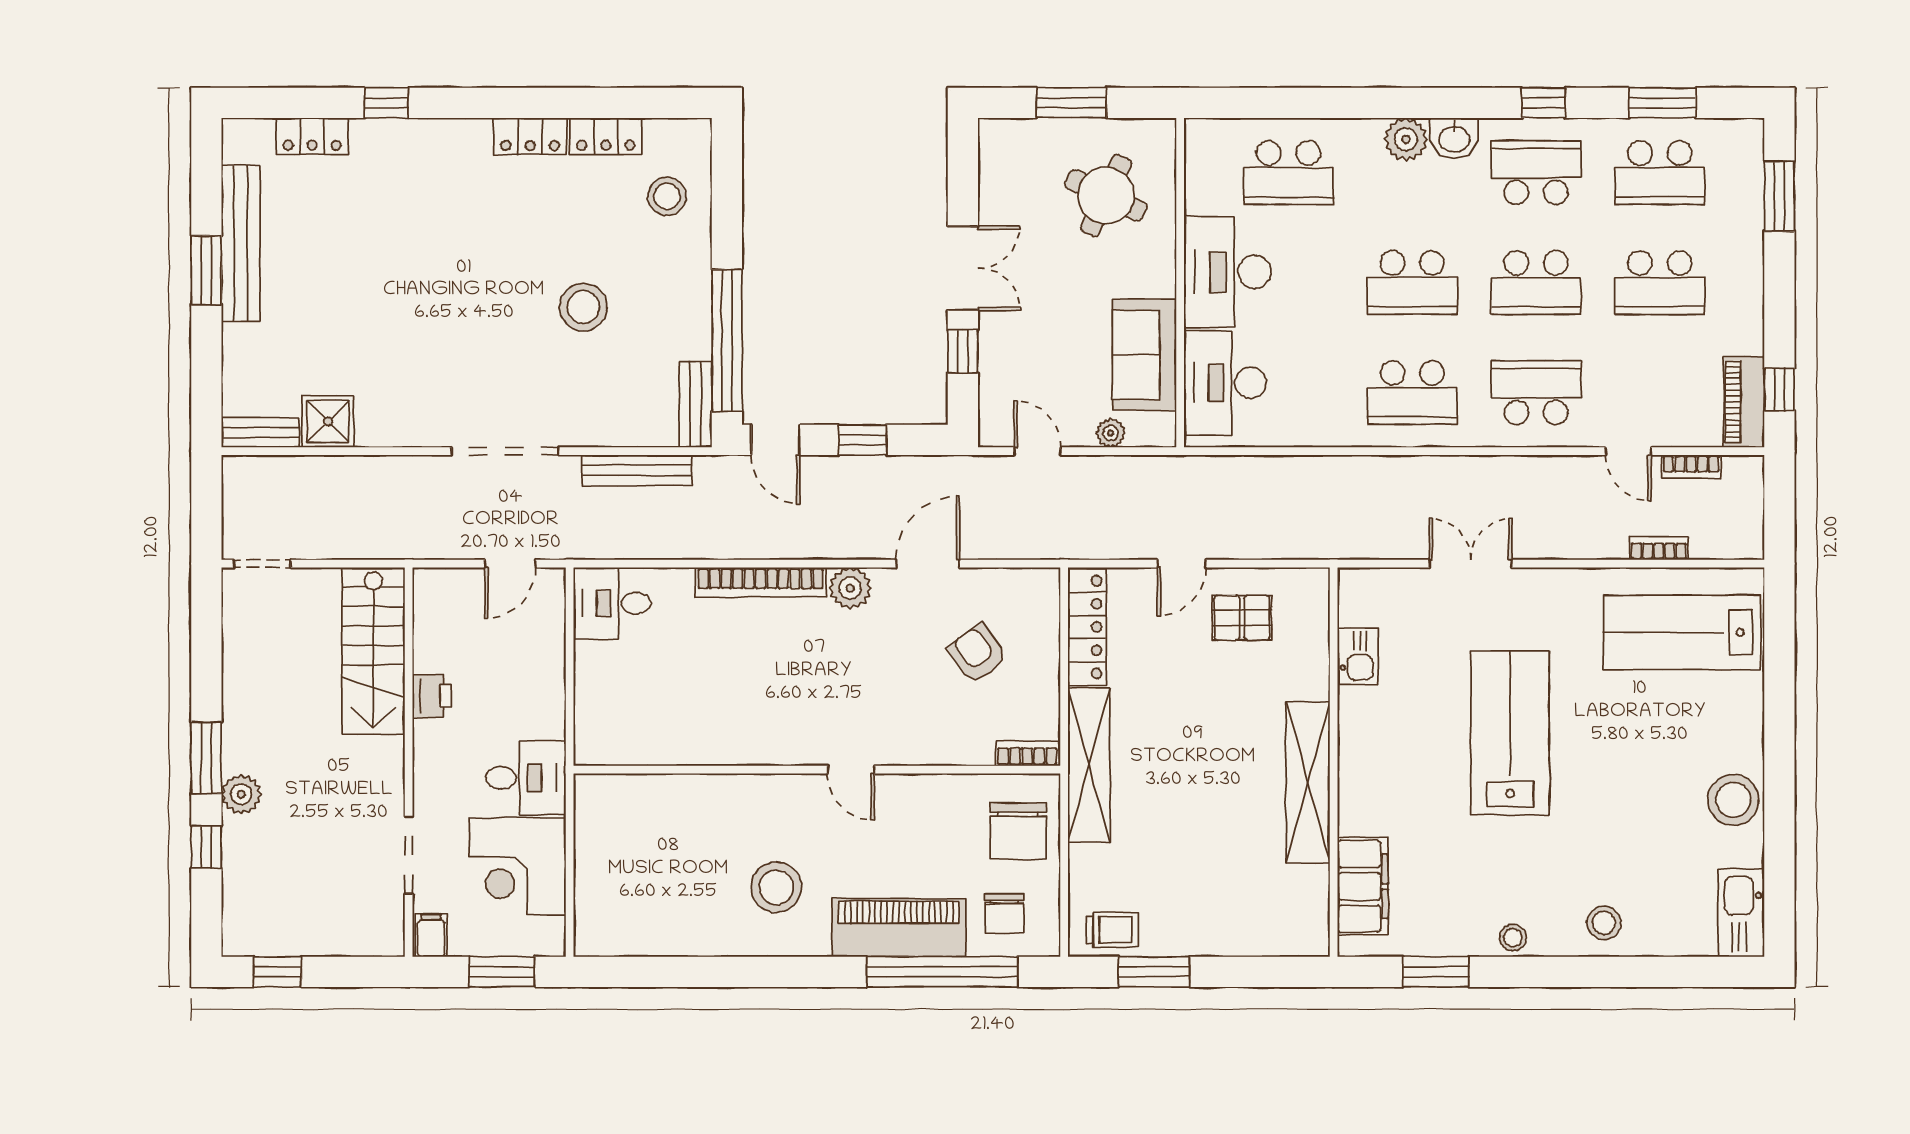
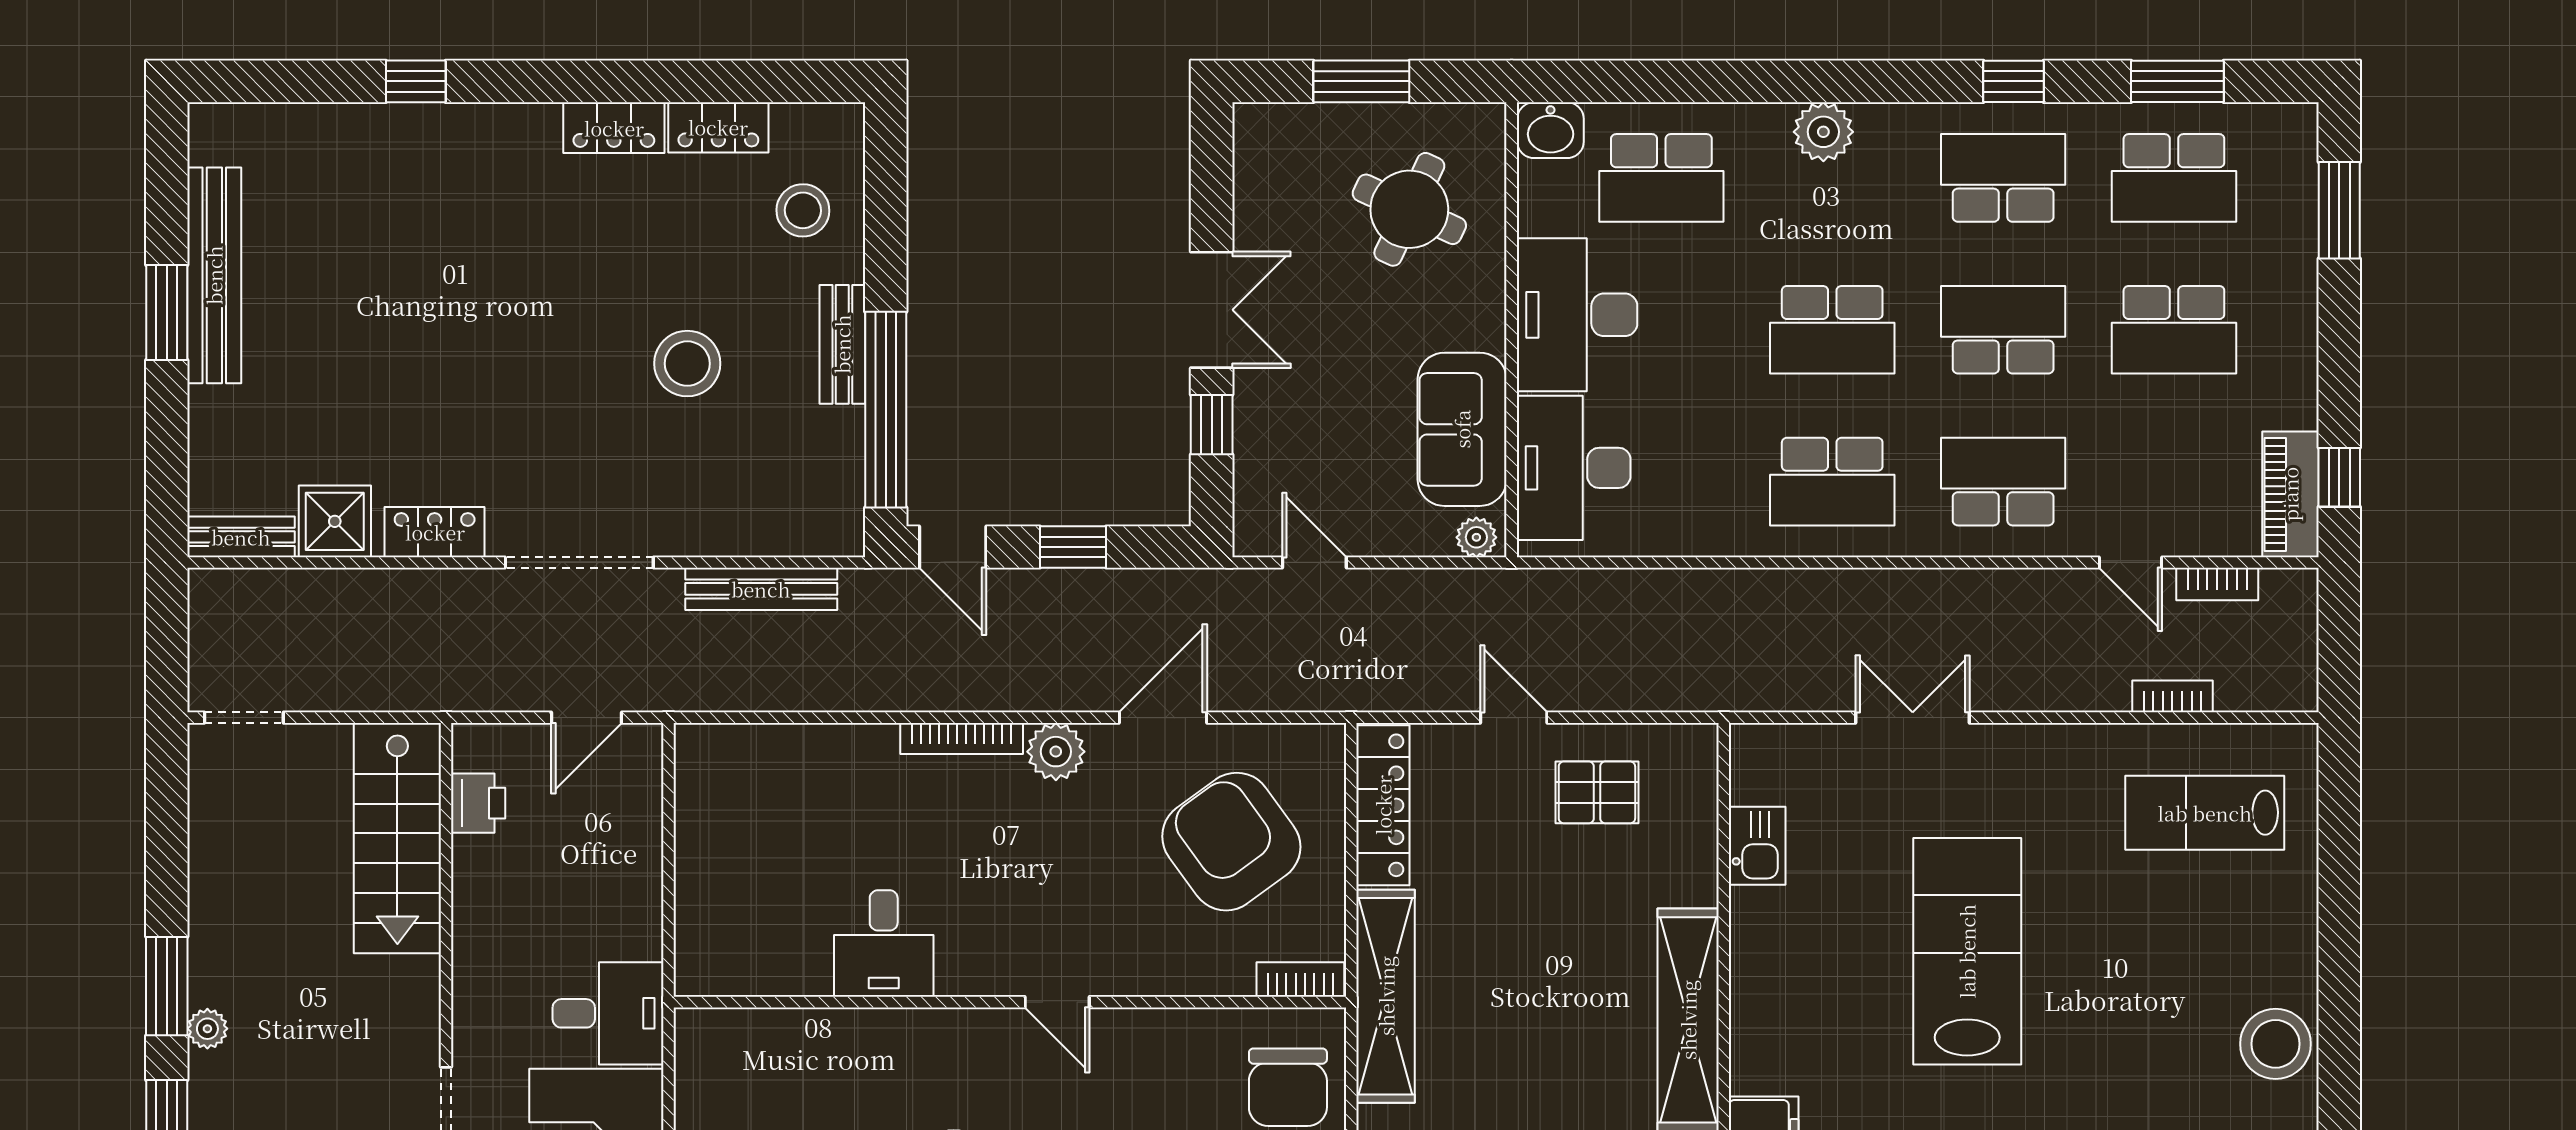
locker: (312, 136) -> (435, 532), moved, turned 180
washbasin: (1454, 138) -> (1551, 130), moved
school desk: (1536, 283) -> (2003, 330), turned 180
bench: (696, 404) -> (842, 344), moved
plant: (1111, 433) -> (1476, 537), moved
door: (1182, 564) -> (1514, 718), swing flipped
bookcase: (761, 582) -> (962, 739), width x0.68, depth x0.76
desk: (612, 603) -> (884, 944), moved, turned -90
lab bench: (1682, 632) -> (2205, 813), width x0.73, depth x0.72
armchair: (977, 653) -> (1231, 842), width x1.88, depth x1.88
printer: (432, 696) -> (478, 803), moved
plant: (241, 794) -> (207, 1029), width x0.73, depth x0.73

